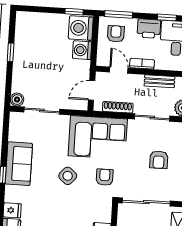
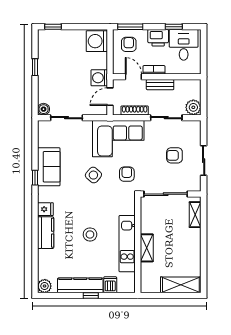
window: (74, 12) -> (53, 27), moved
washing machine: (82, 50) -> (99, 78), moved
bench: (159, 81) -> (160, 85), moved
armchair: (159, 160) -> (174, 155), turned 90

